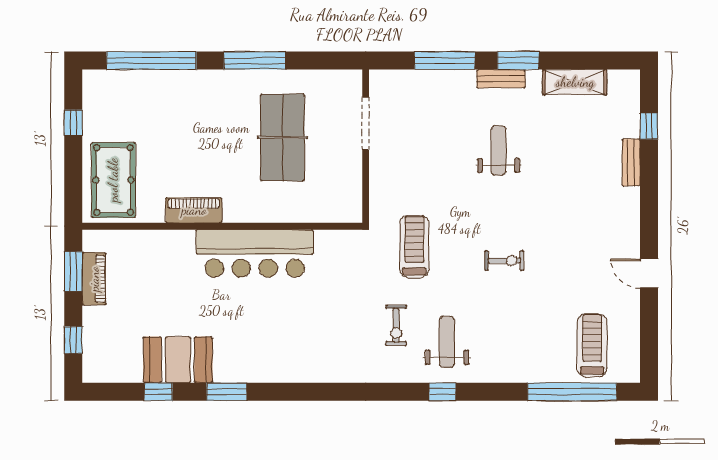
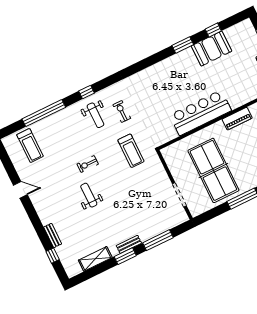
table tennis table: (282, 138) -> (213, 170), width x1.36, depth x1.32
weight bench: (499, 151) -> (89, 195), moved, turned 180
window: (572, 392) -> (44, 113), moved

